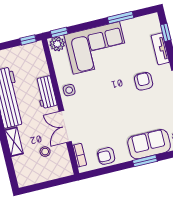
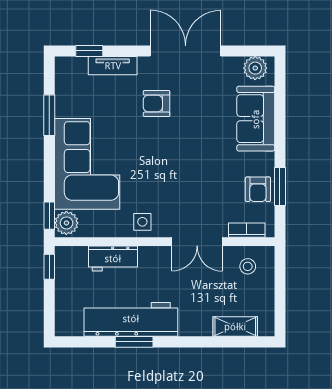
workbench: (46, 92) -> (113, 259), moved
shelving: (14, 142) -> (235, 327), moved
stool: (45, 152) -> (248, 266), moved
window: (145, 161) -> (280, 187), moved

